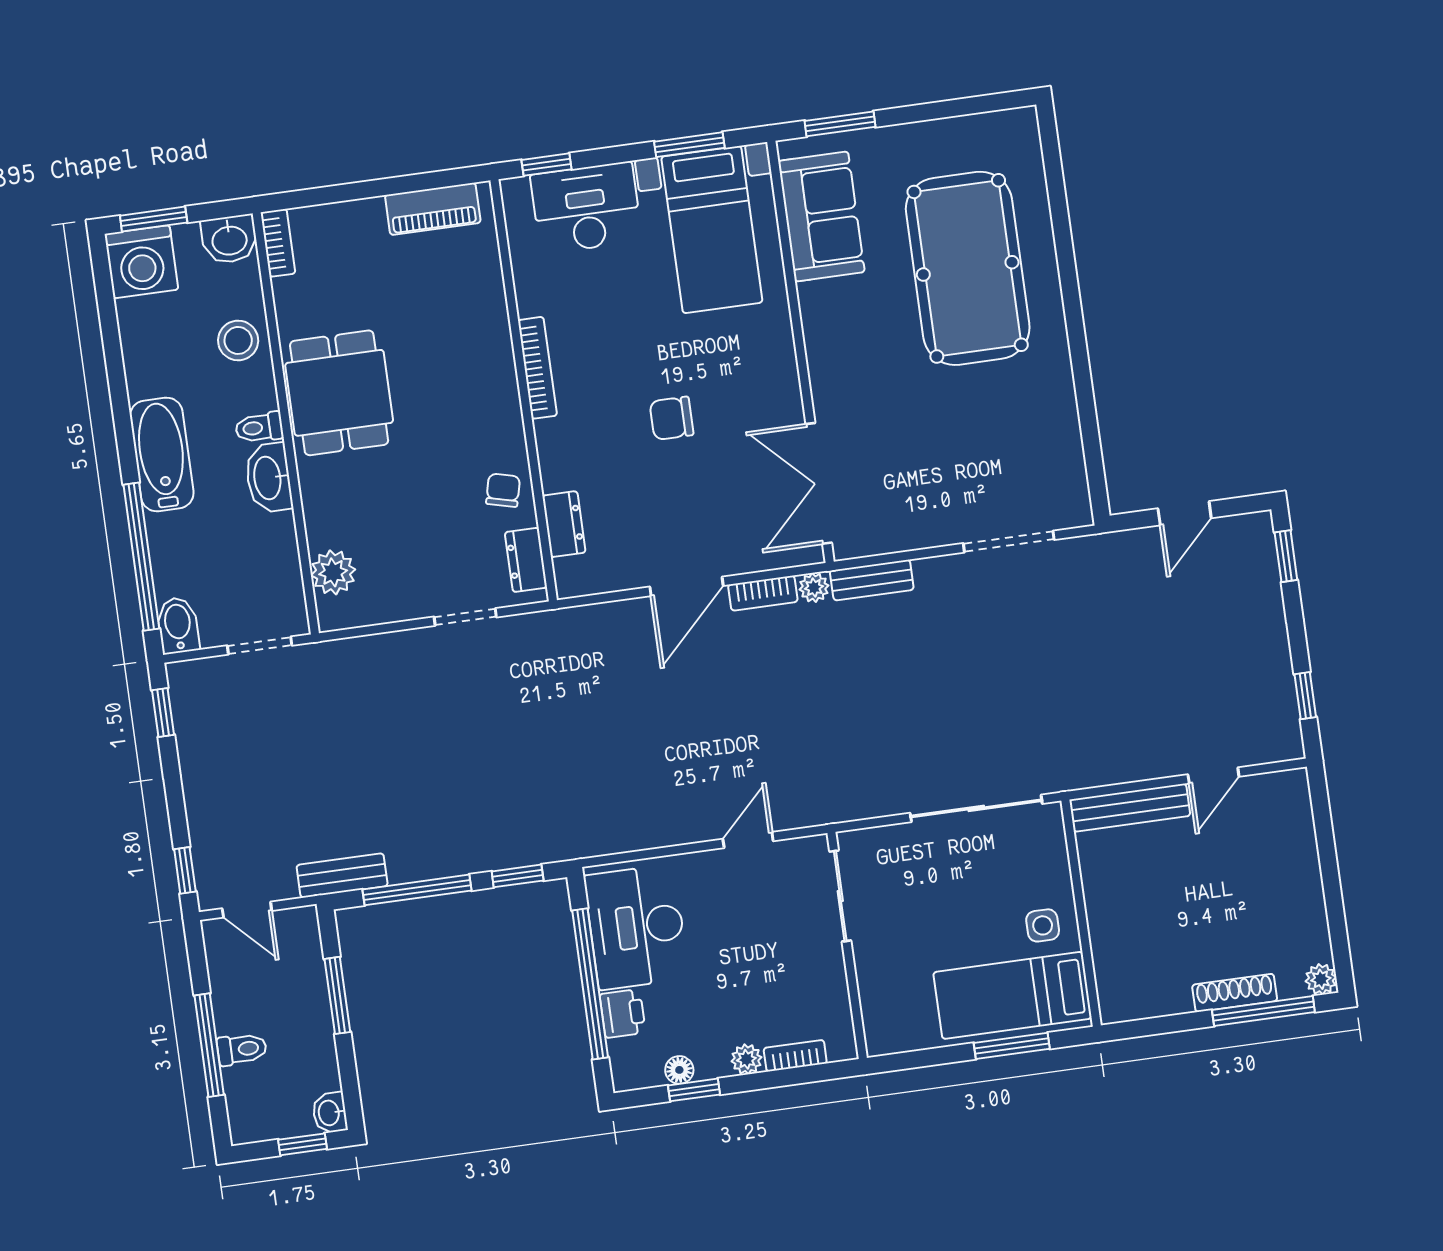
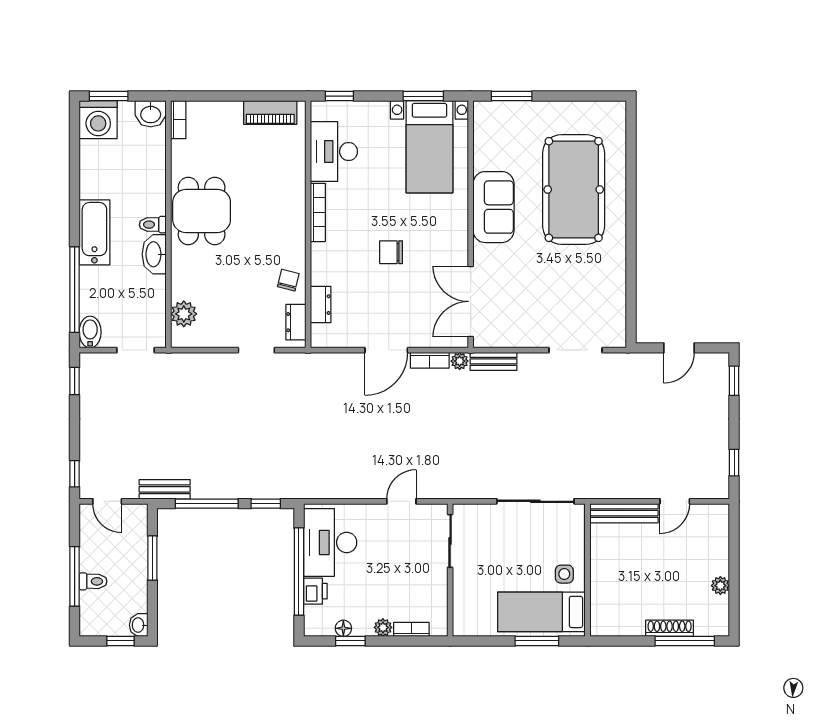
desk: (586, 208) -> (334, 152), moved, turned -90
sofa: (821, 216) -> (494, 207), moved
stool: (238, 340) -> (148, 173), removed
plant: (1321, 979) -> (720, 586), moved

